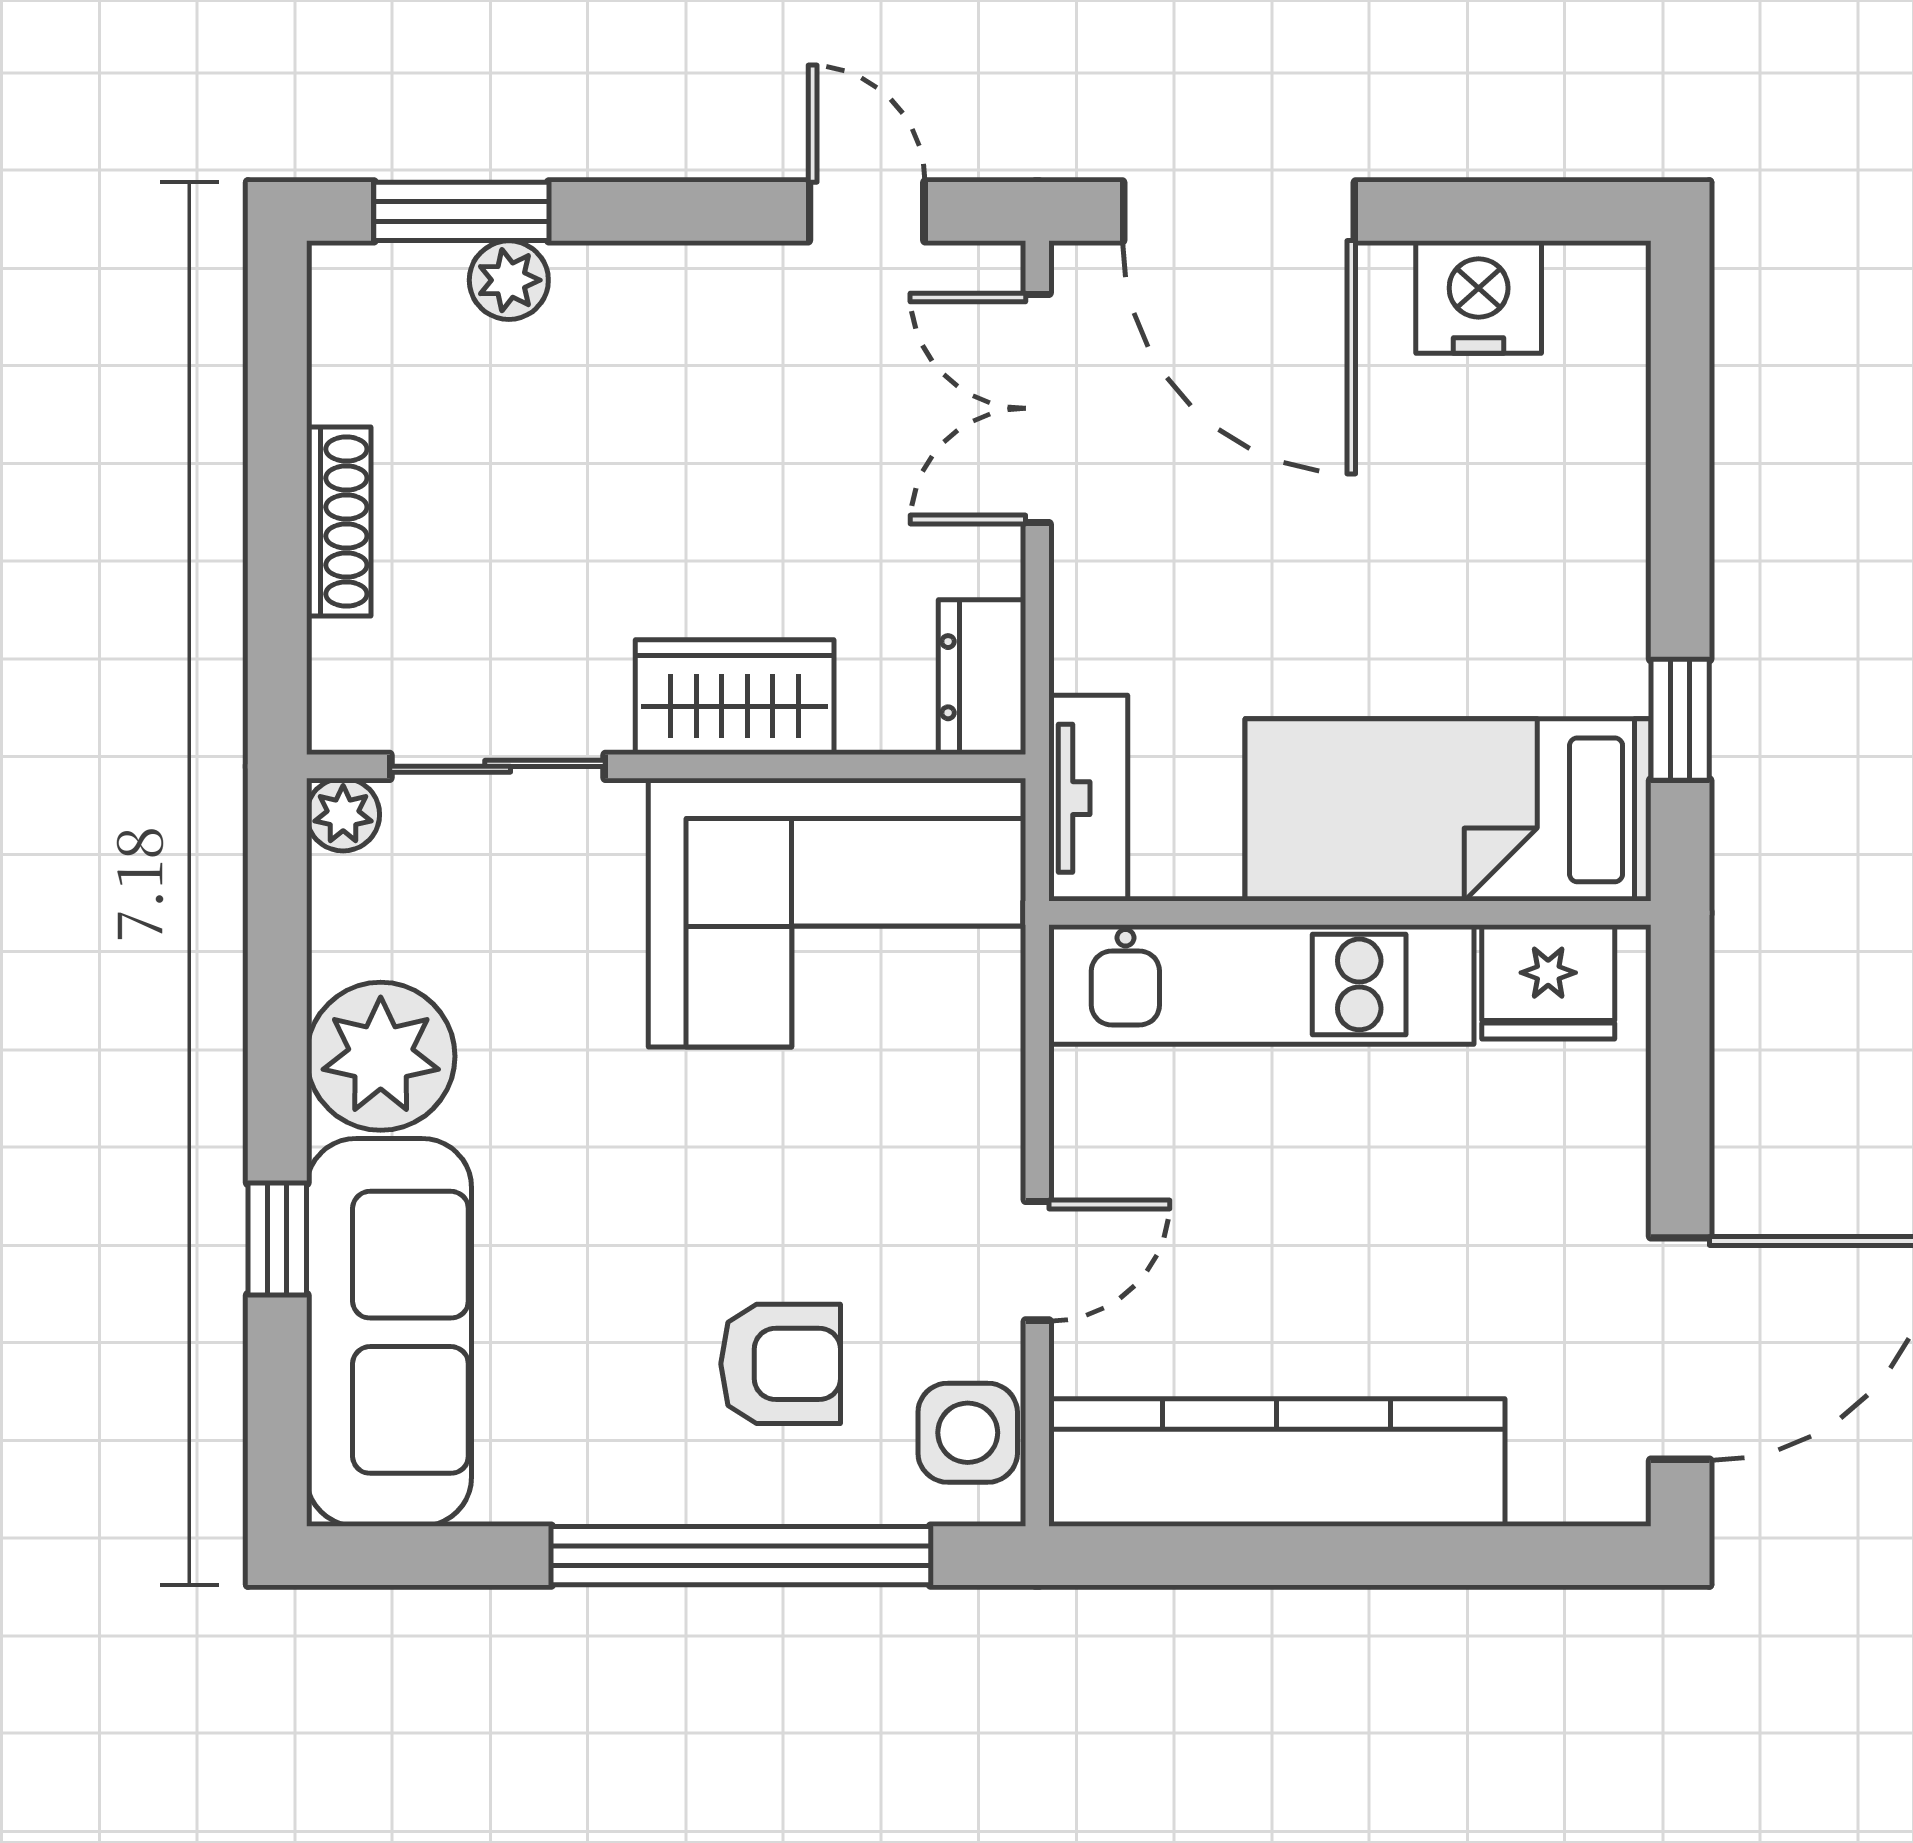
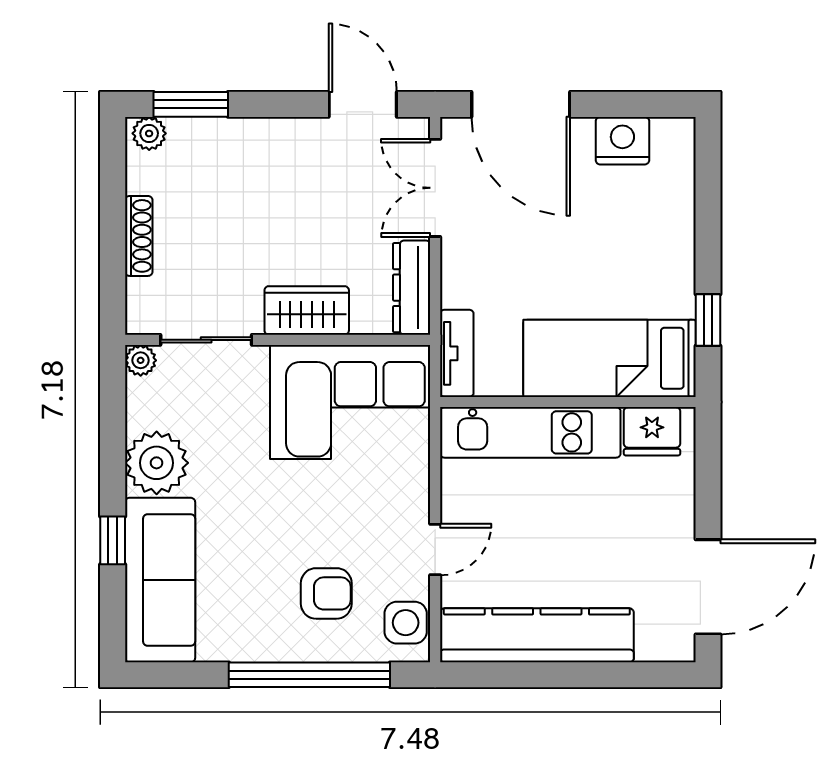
door: (867, 211) -> (363, 104), width x1.38
plant: (509, 280) -> (149, 133), moved
dresser: (982, 677) -> (412, 288), width x1.44

